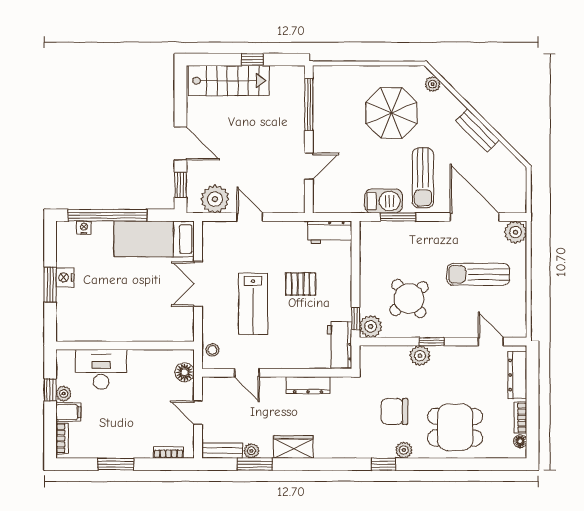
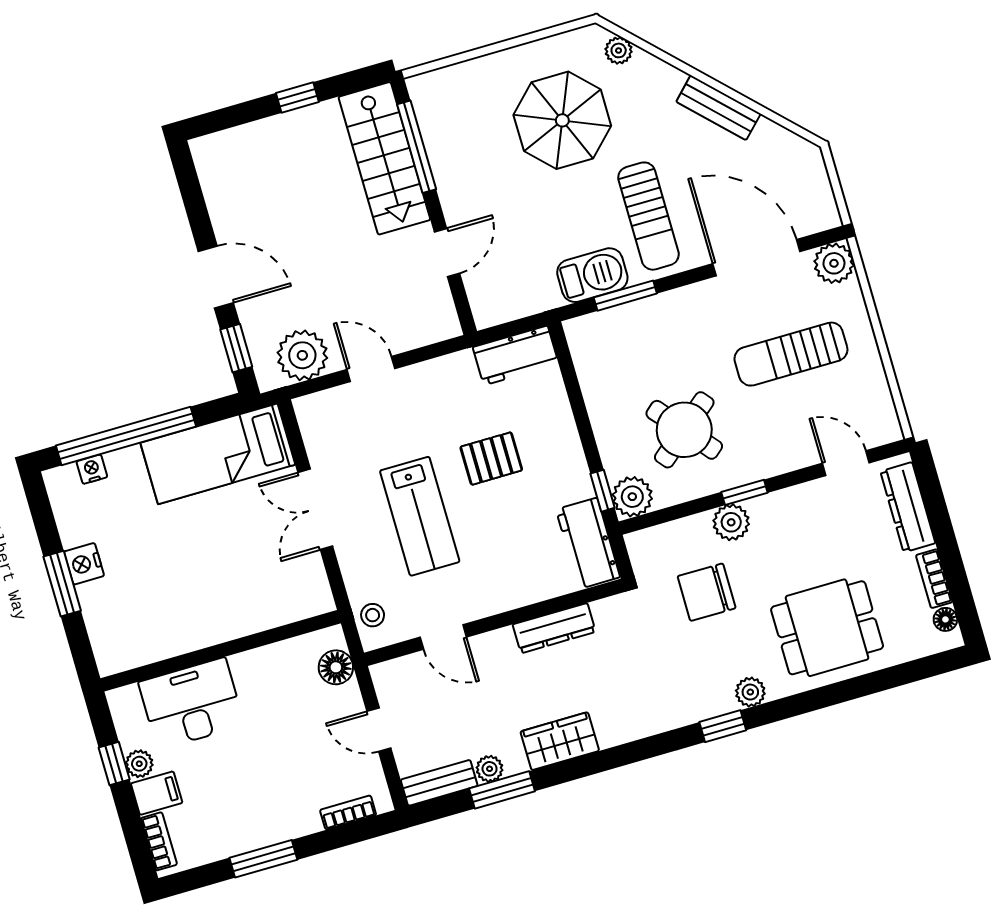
stairs: (229, 81) -> (384, 158), moved, turned 90
chair: (395, 411) -> (707, 592), moved

